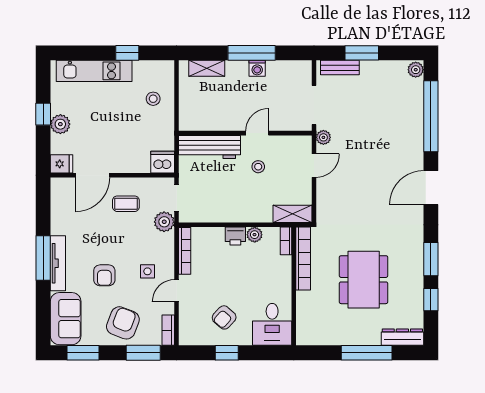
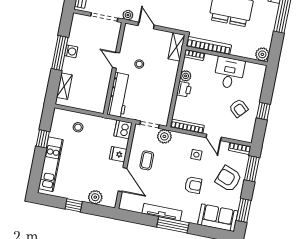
plant: (60, 124) -> (95, 197), moved
fridge: (62, 164) -> (118, 154), moved, turned -90
tv unit: (58, 263) -> (162, 212), moved
desk: (272, 324) -> (229, 73), moved, turned -90
plant: (306, 336) -> (262, 54), added

